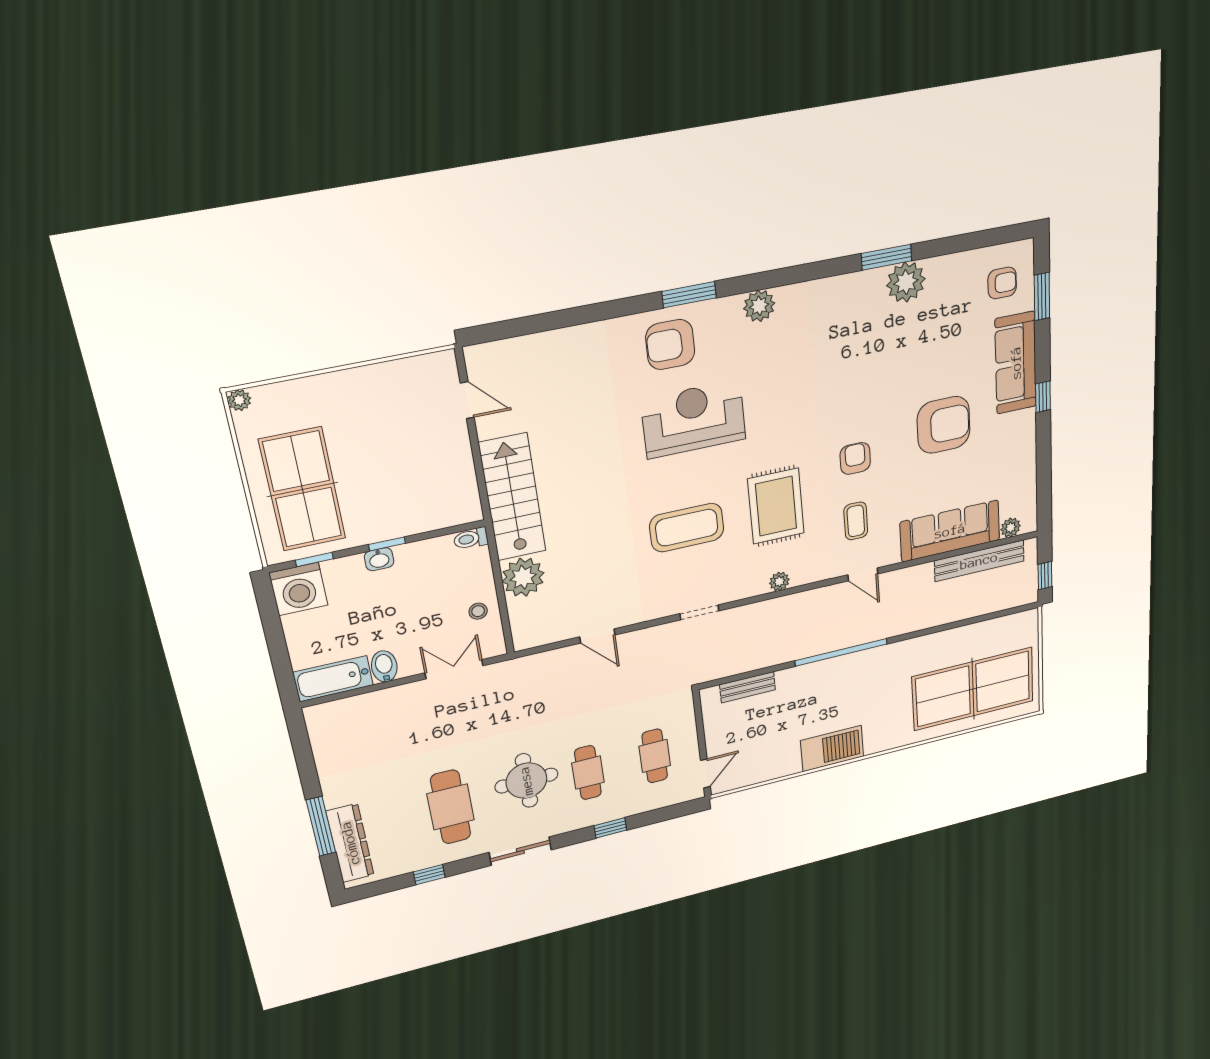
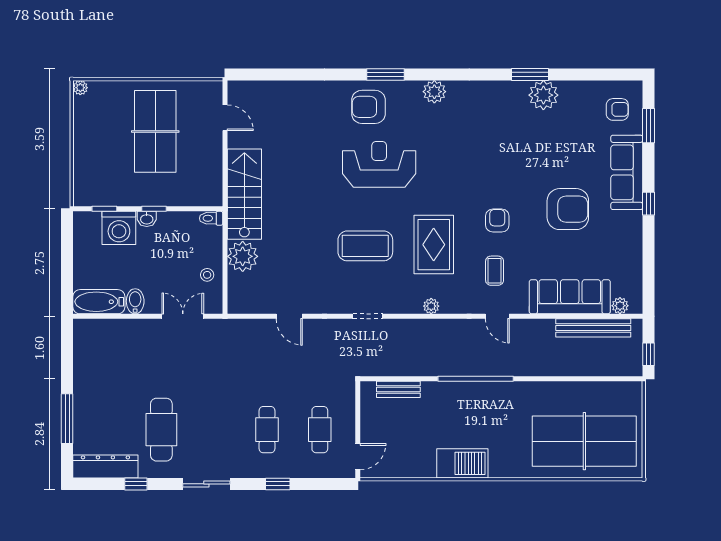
table tennis table: (303, 489) -> (155, 131), moved
washing machine: (298, 589) -> (119, 228), moved
round table: (526, 781) -> (220, 423), removed
dresser: (350, 843) -> (105, 466), moved, turned -90

